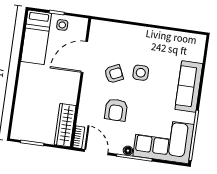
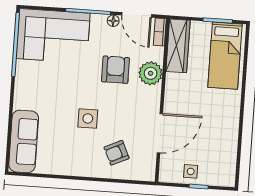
bed: (36, 37) -> (225, 56), moved, turned 180
armchair: (114, 74) -> (117, 153), moved
sofa: (189, 87) -> (24, 141), moved
plant: (88, 105) -> (151, 73), added
floor lamp: (128, 151) -> (113, 21), moved

